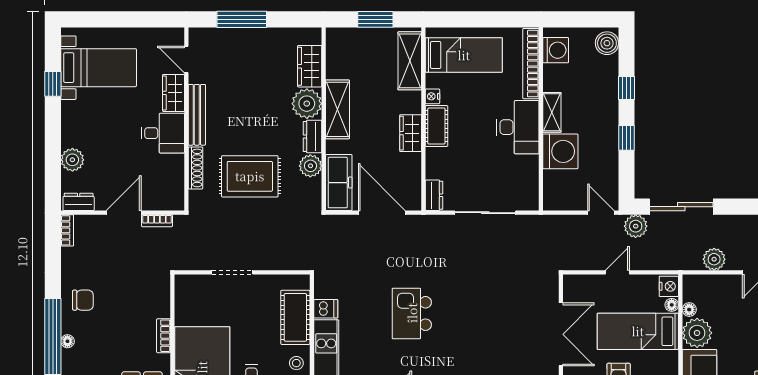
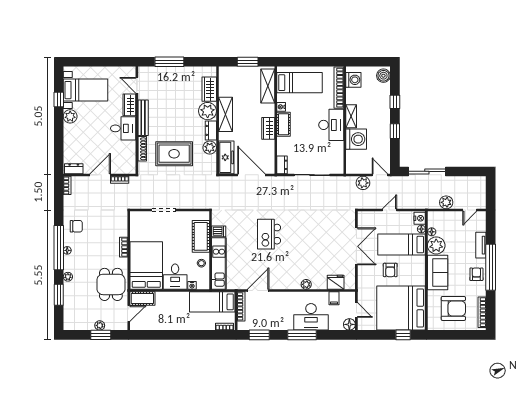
plant: (72, 160) -> (70, 116), moved
plant: (636, 226) -> (363, 183), moved

